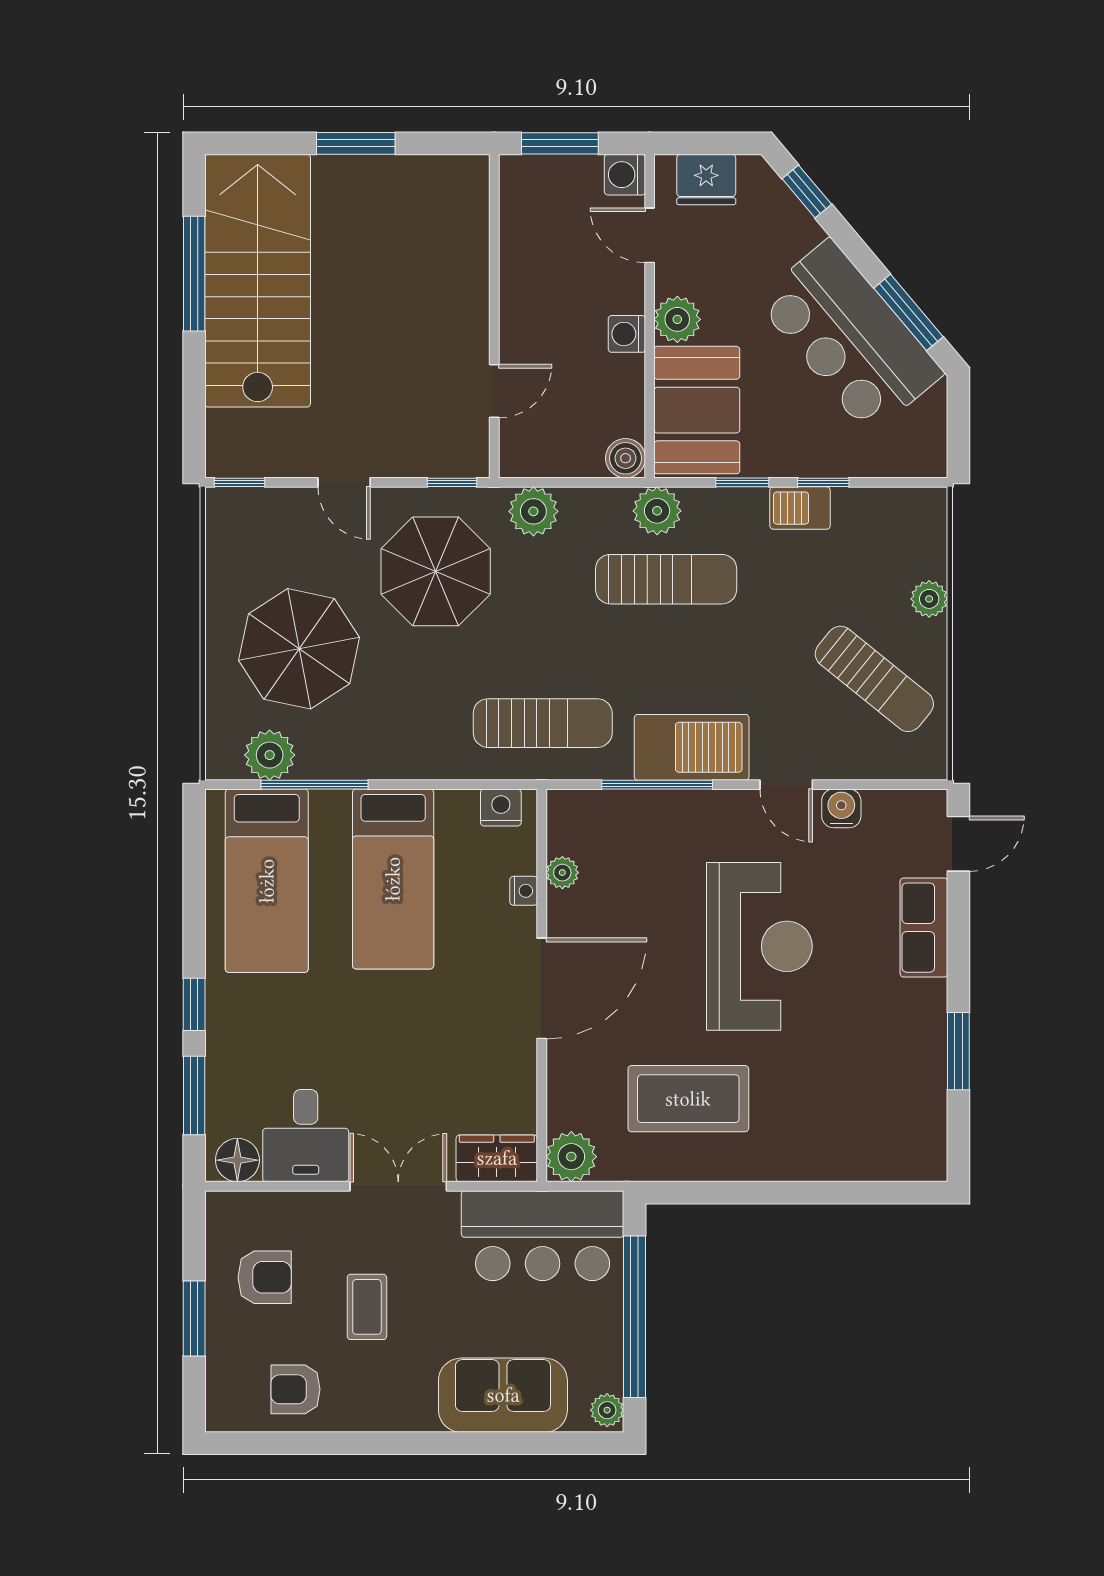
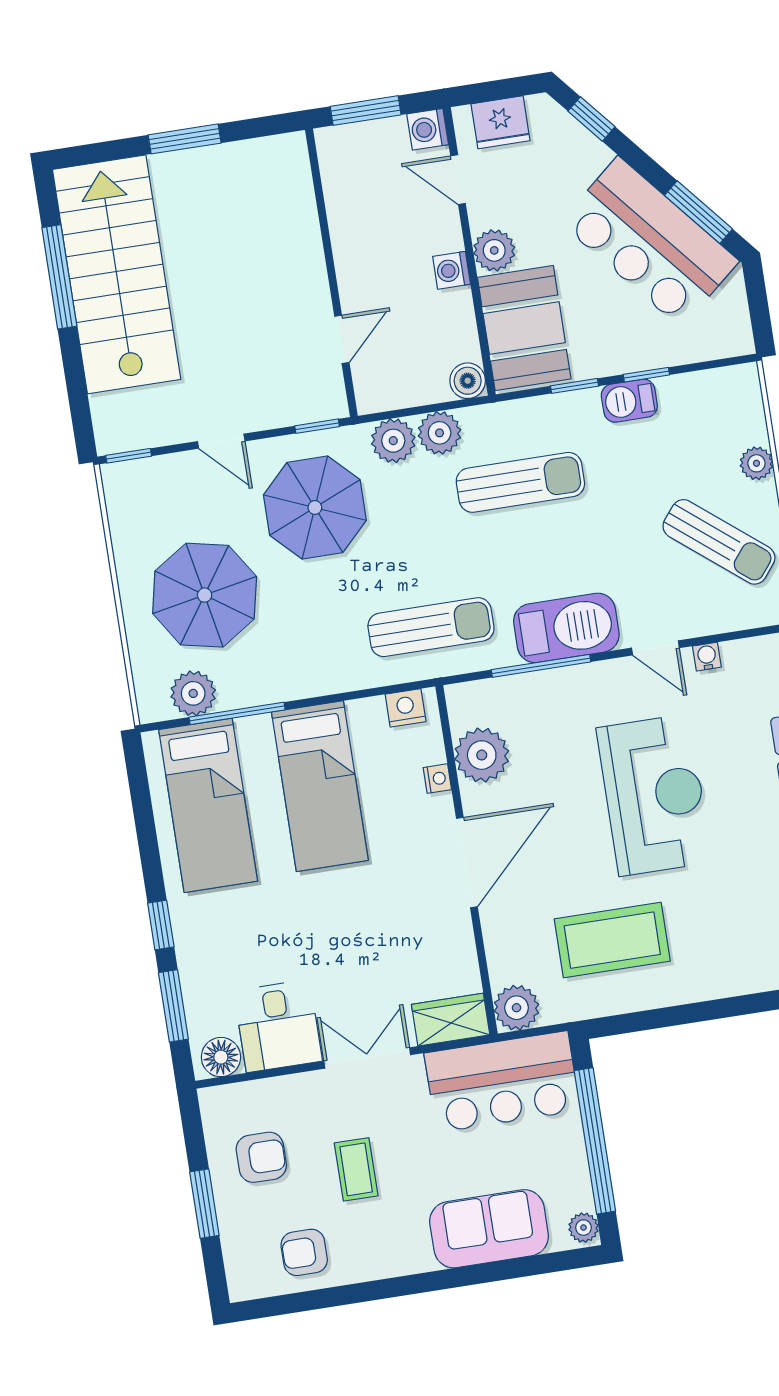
plant: (657, 511) -> (440, 433), moved
water cooler: (841, 808) -> (707, 657), width x0.72, depth x0.72
plant: (562, 873) -> (482, 755), width x1.88, depth x1.88

